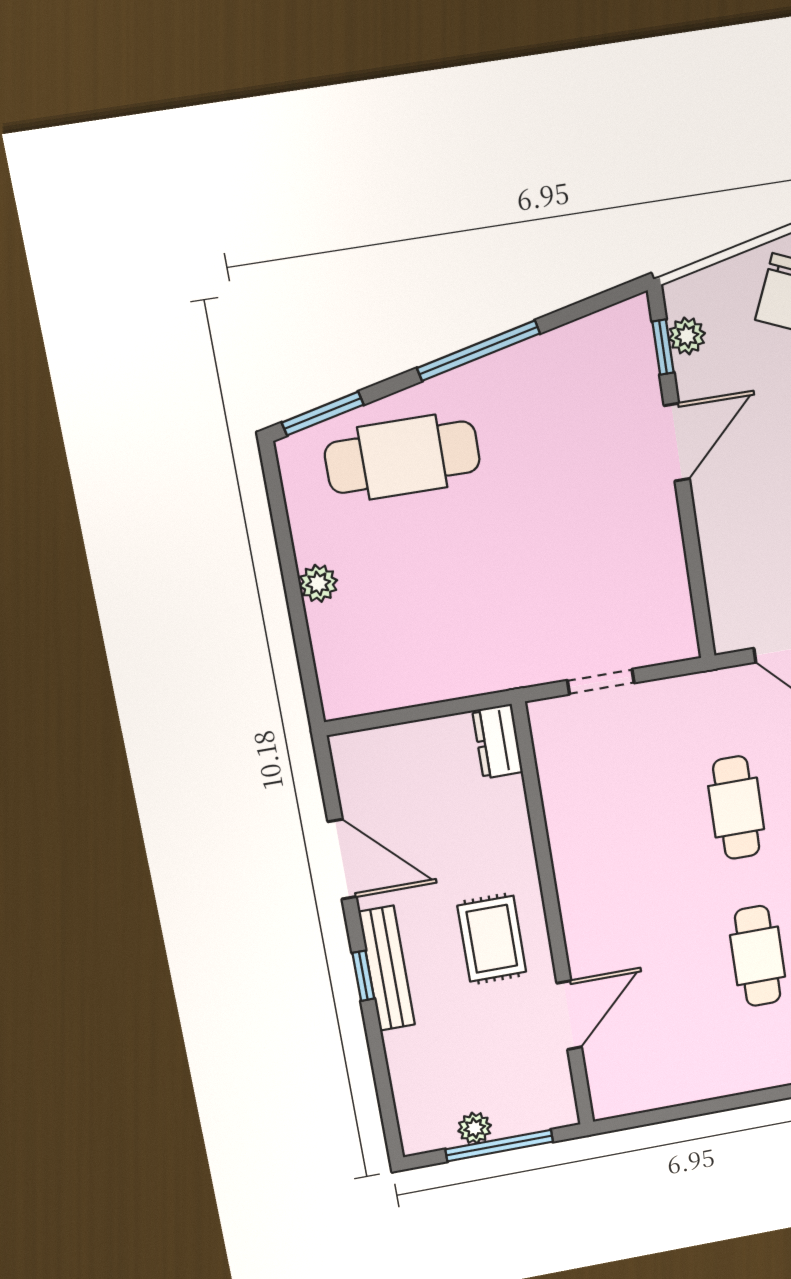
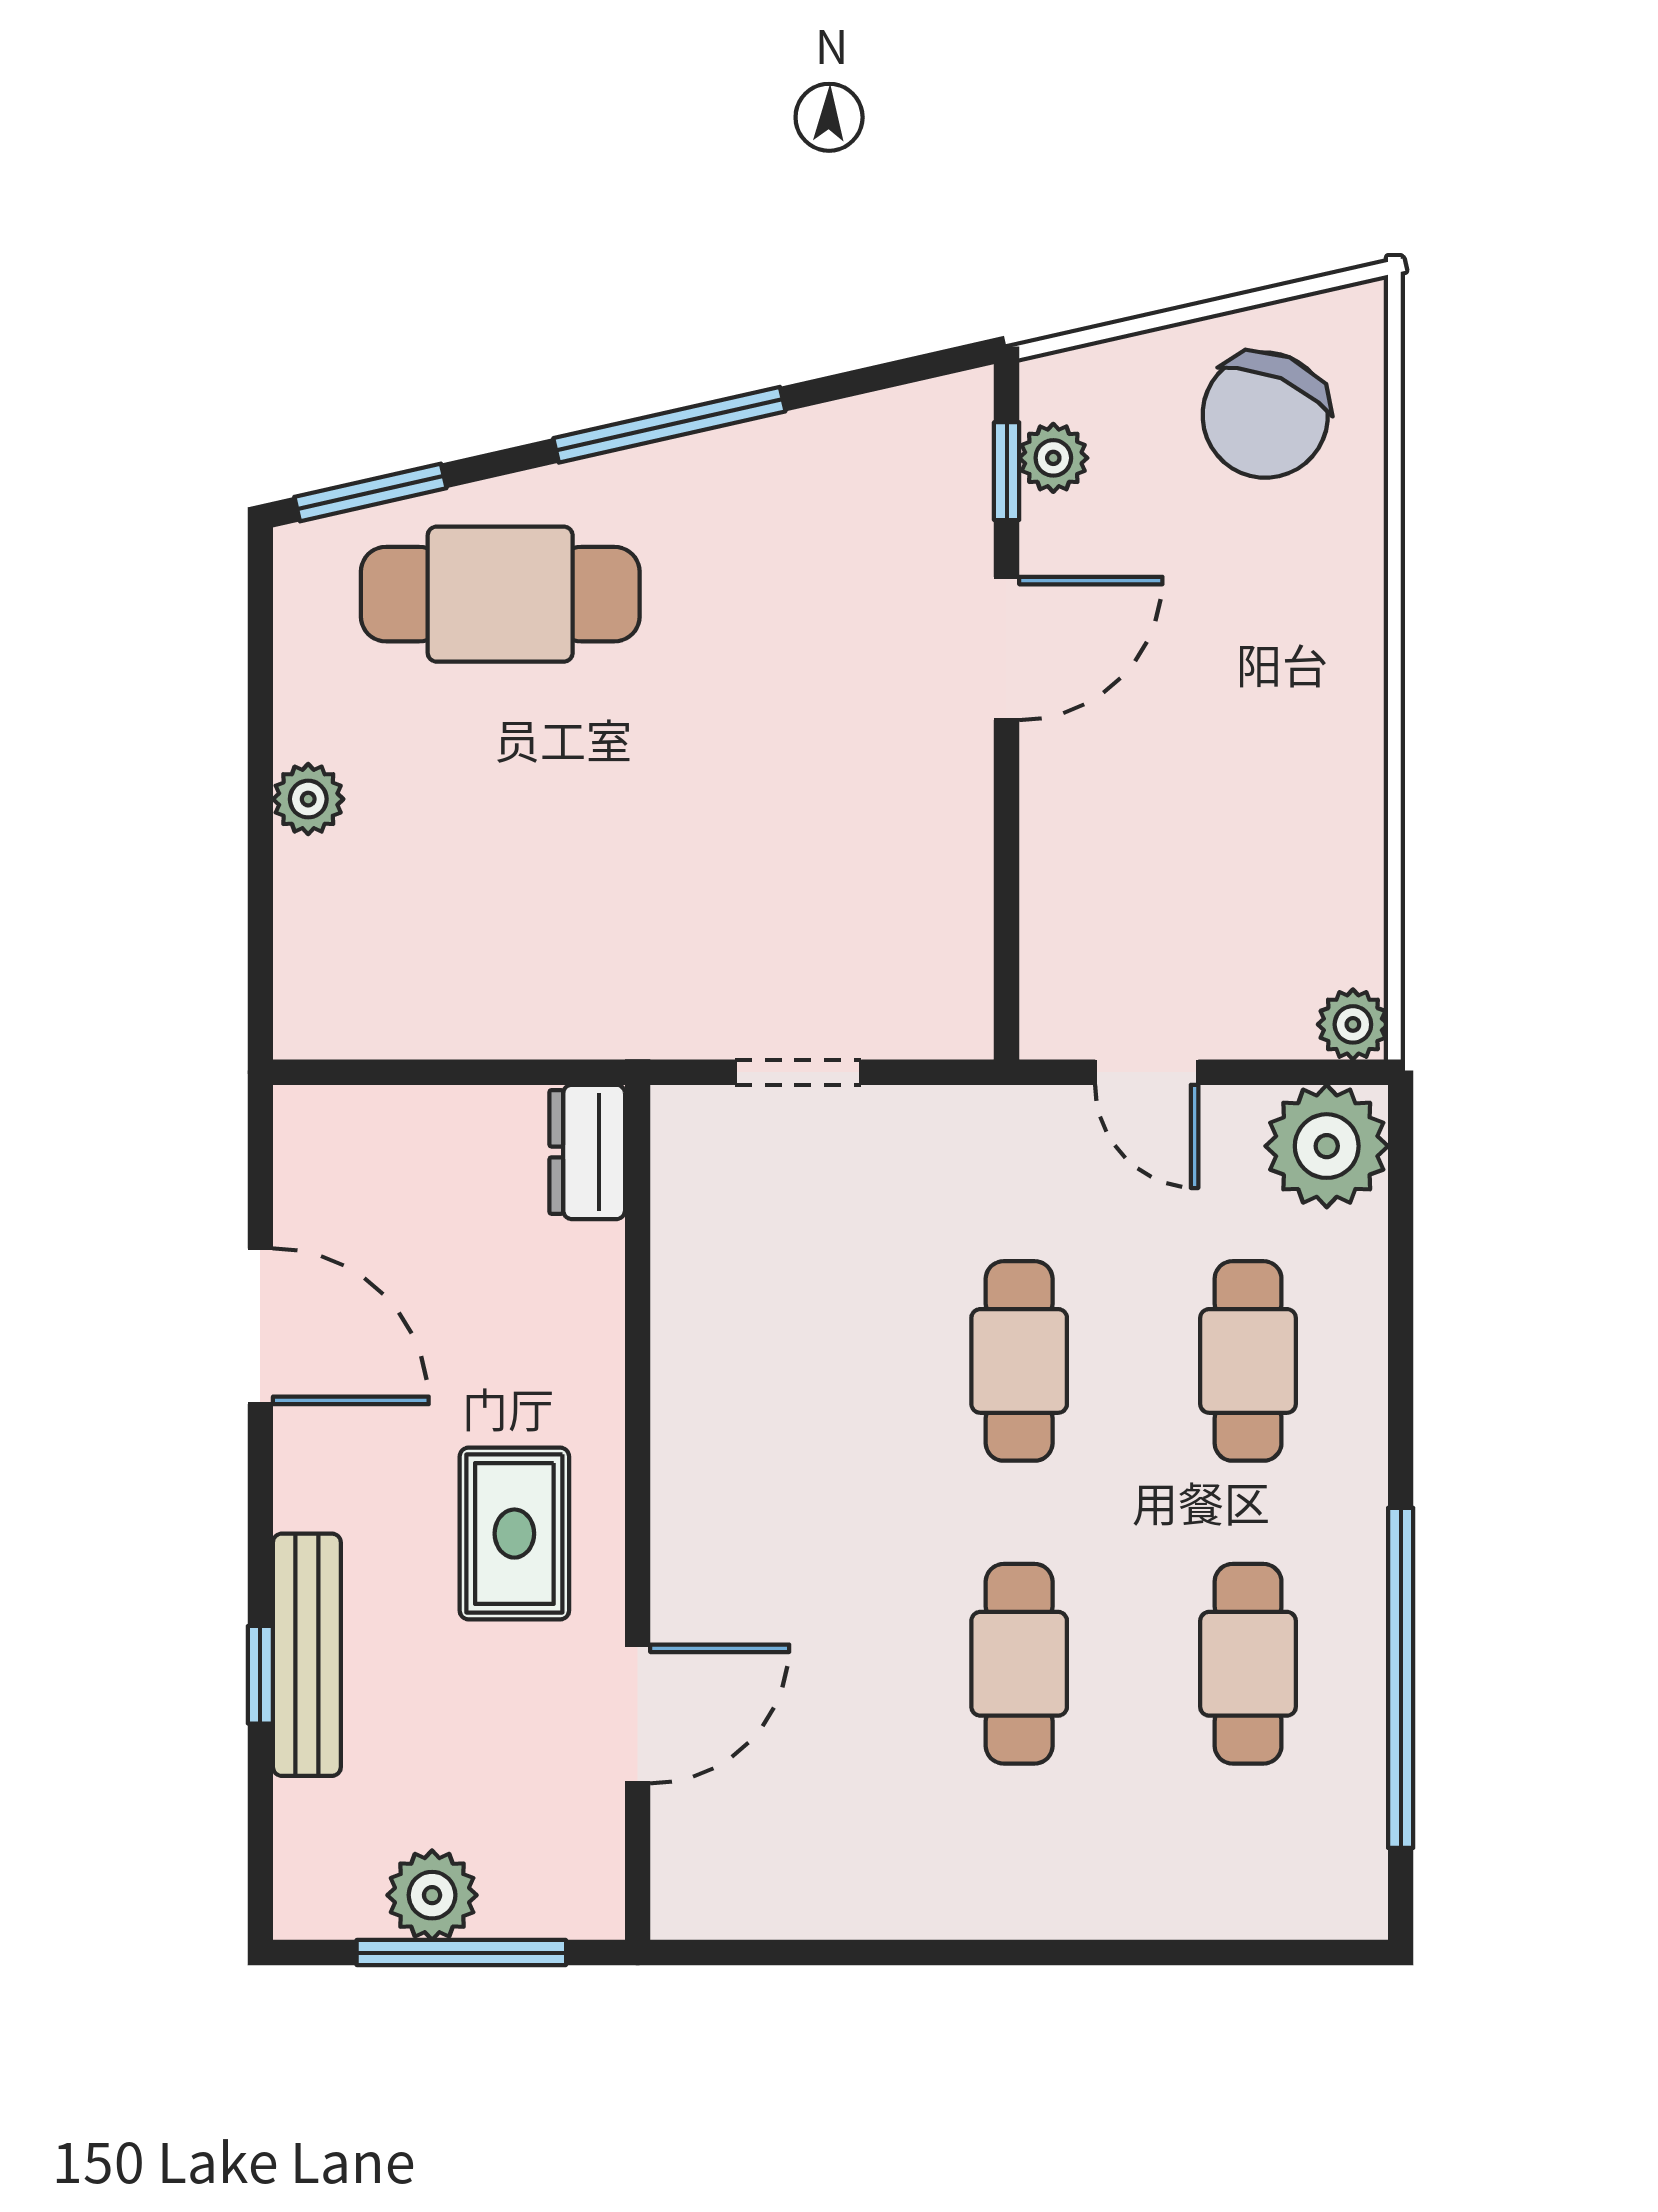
bench: (387, 968) -> (307, 1655), moved
window: (363, 976) -> (260, 1675), moved
plant: (475, 1128) -> (432, 1895), width x1.38, depth x1.38

